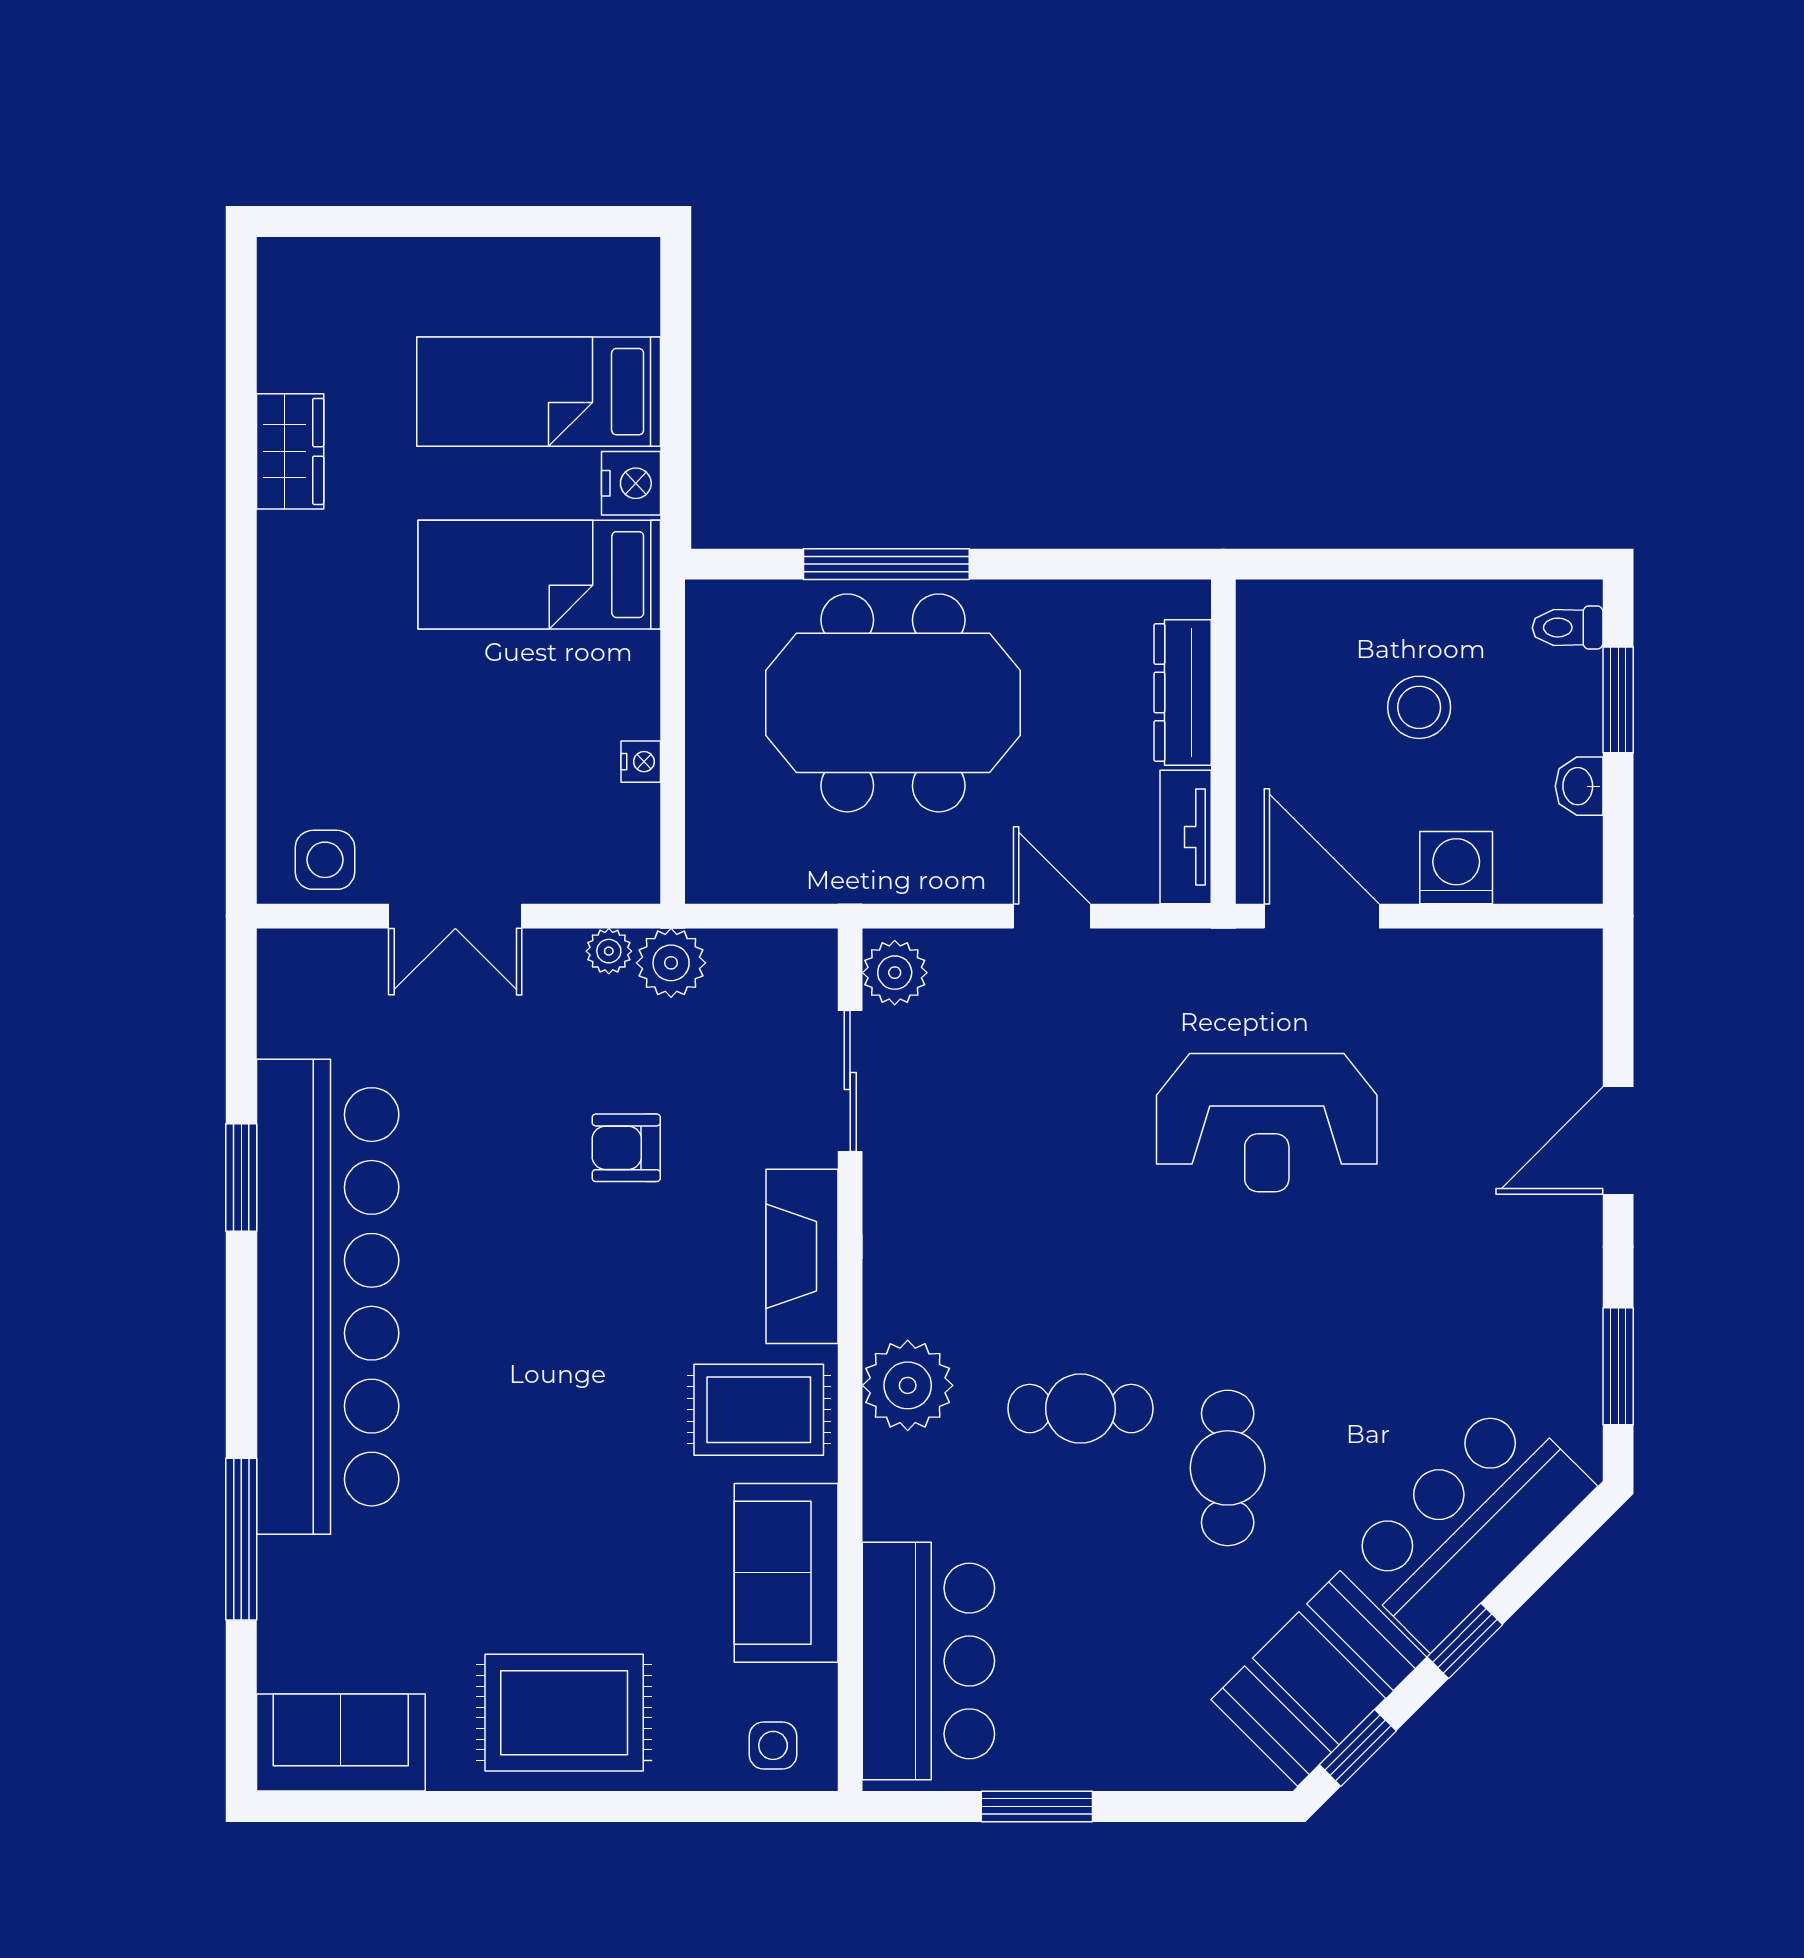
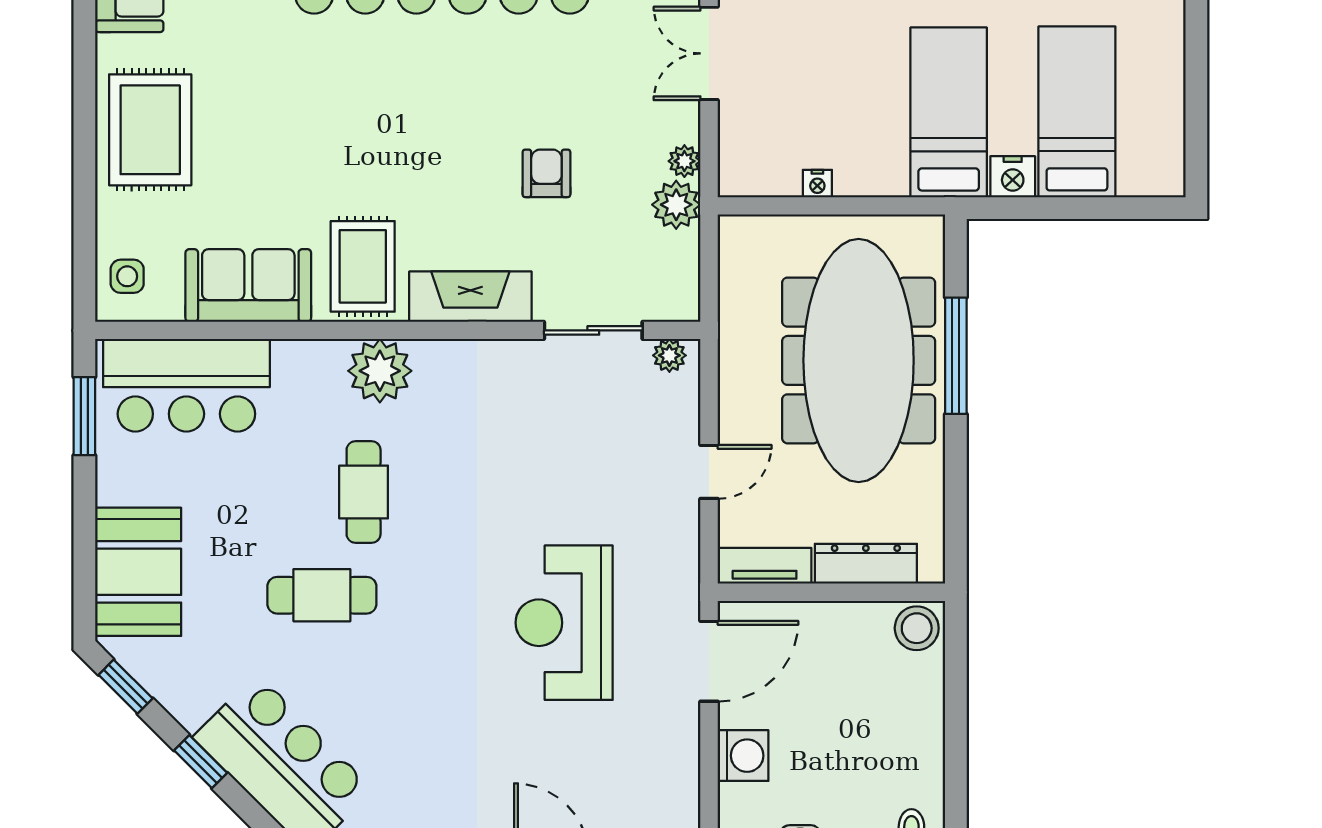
meeting table: (893, 703) -> (859, 360), width x1.36
stool: (1419, 707) -> (917, 628), moved
plant: (895, 973) -> (669, 355), width x0.73, depth x0.73
booth: (1319, 1678) -> (138, 572), moved, turned 45
window: (1037, 1806) -> (84, 416), moved

